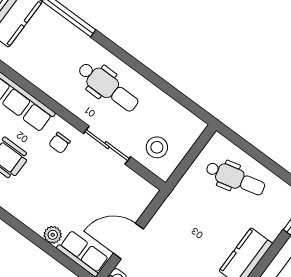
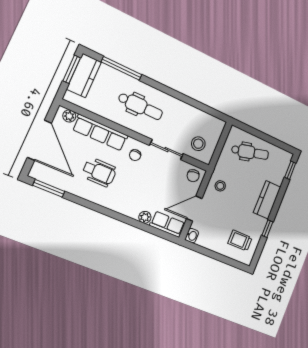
dental chair: (108, 87) -> (140, 106), moved
chair: (138, 193) -> (193, 176), added
stool: (176, 218) -> (220, 186), added

